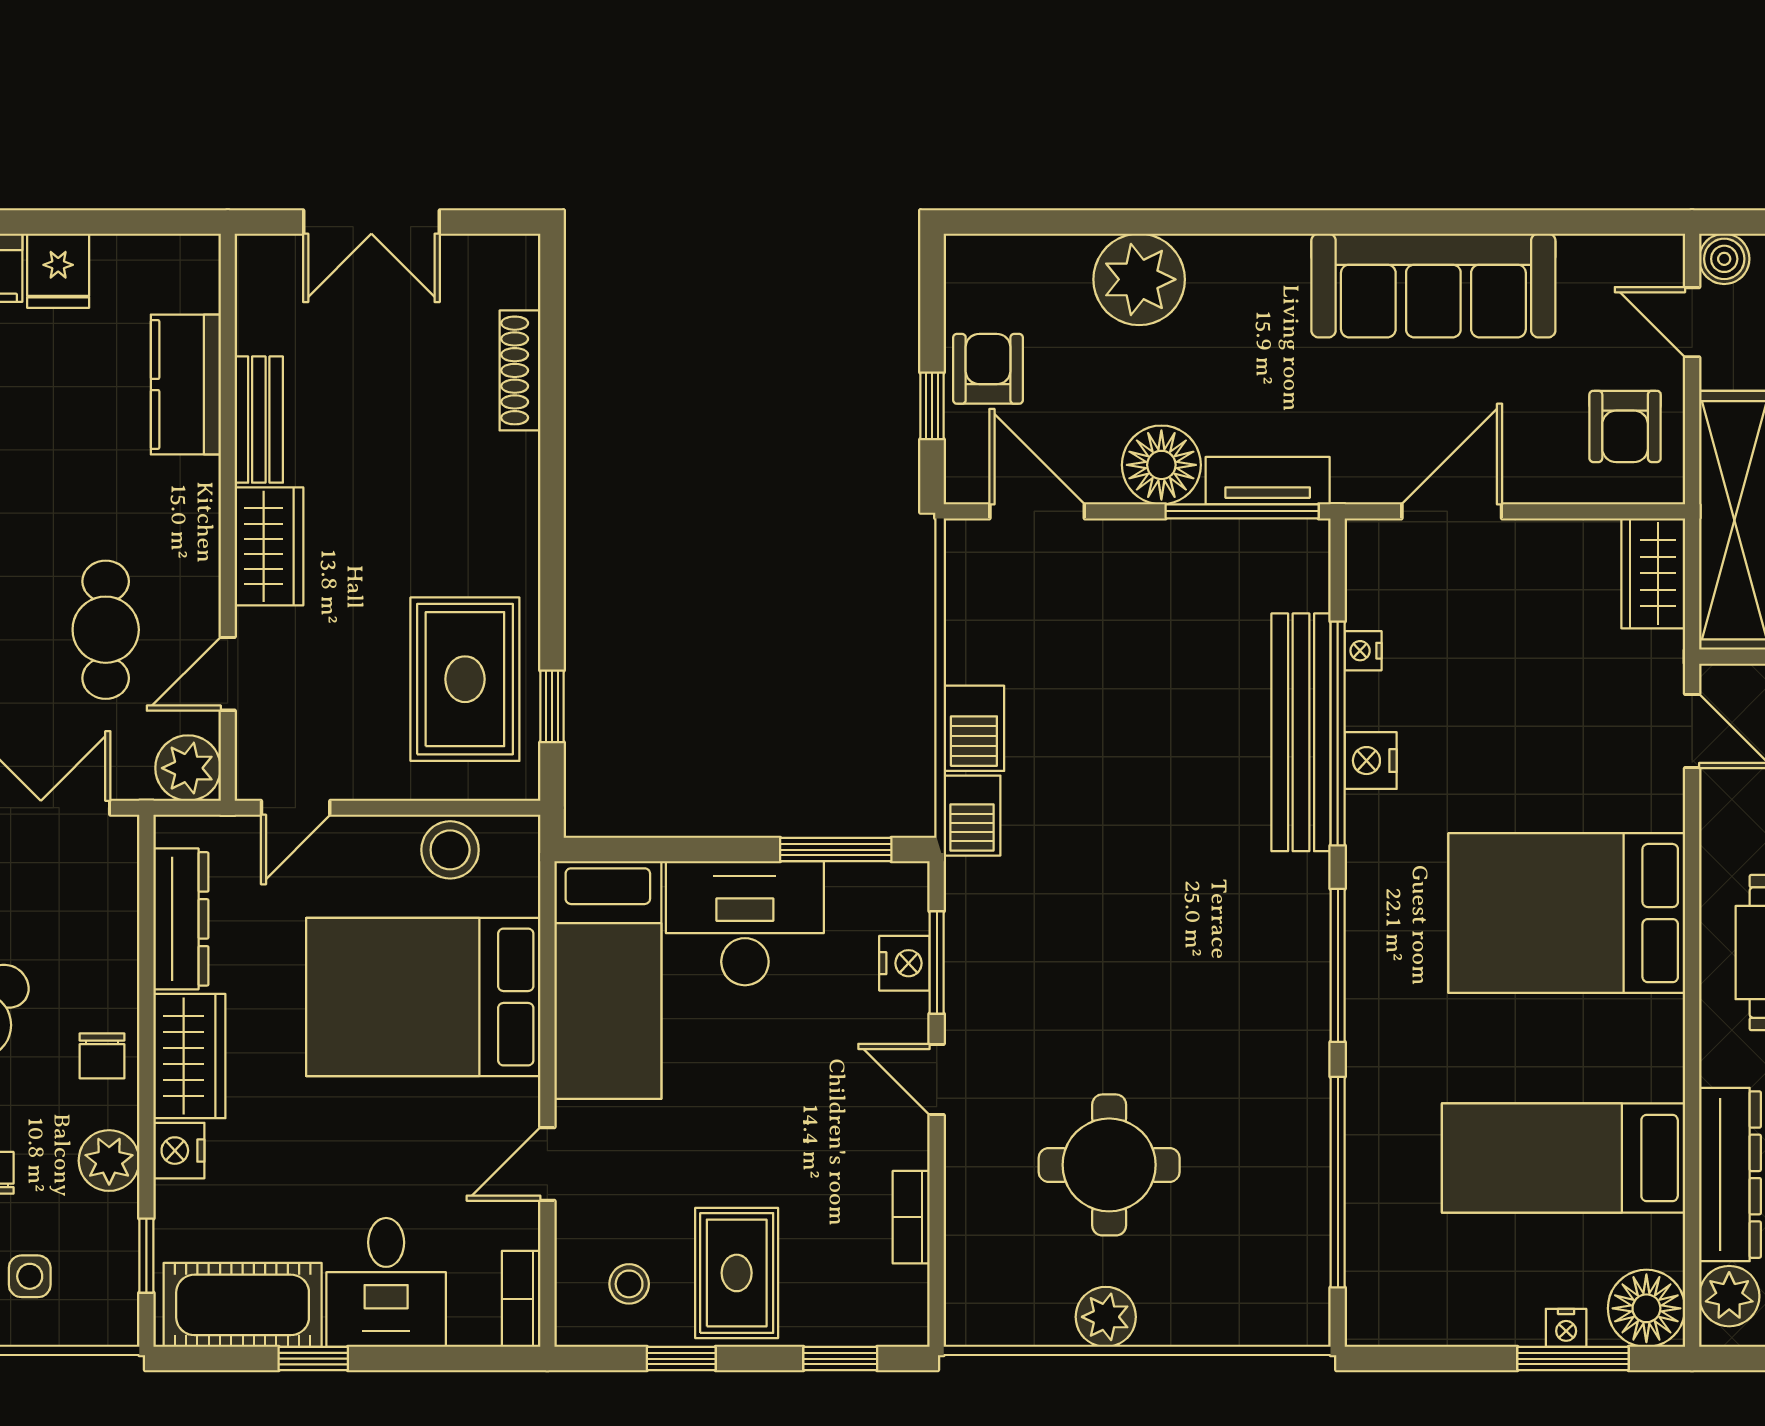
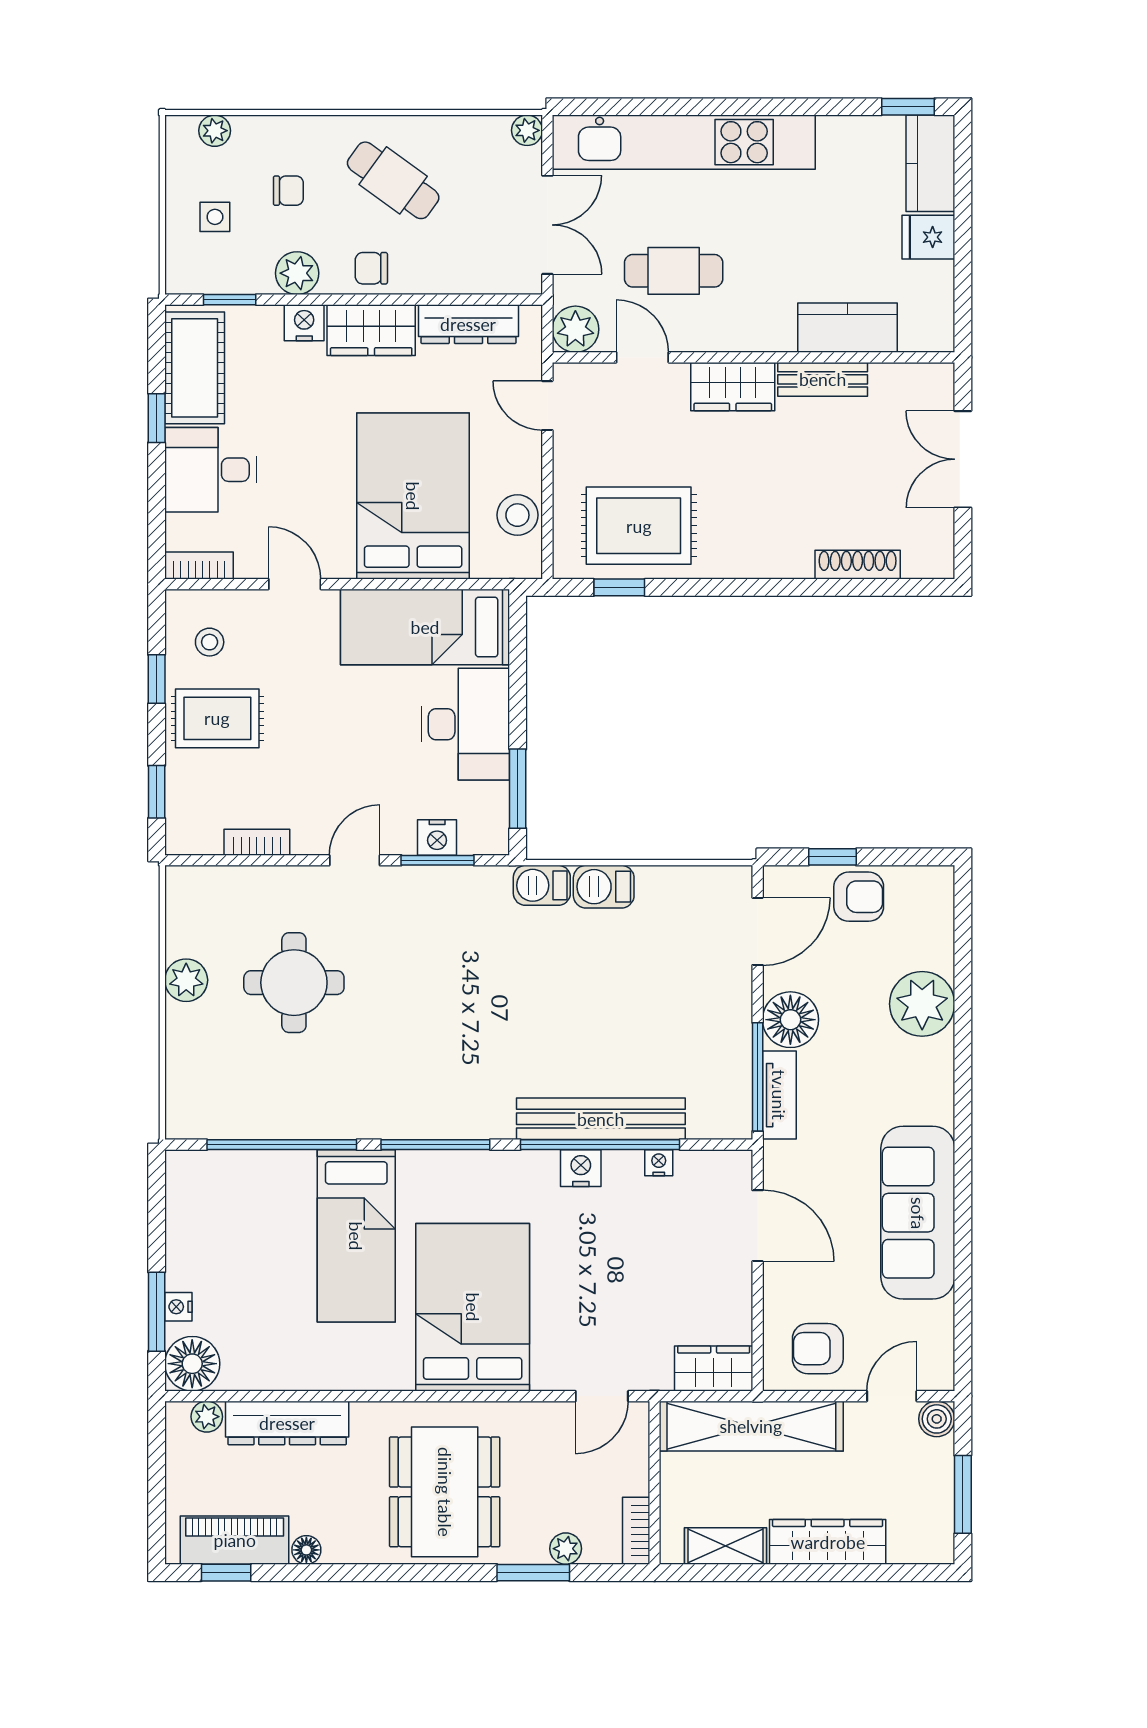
bed: (1564, 1158) -> (356, 1236), moved, turned 180
plant: (1729, 1296) -> (207, 1417), width x0.73, depth x0.73

